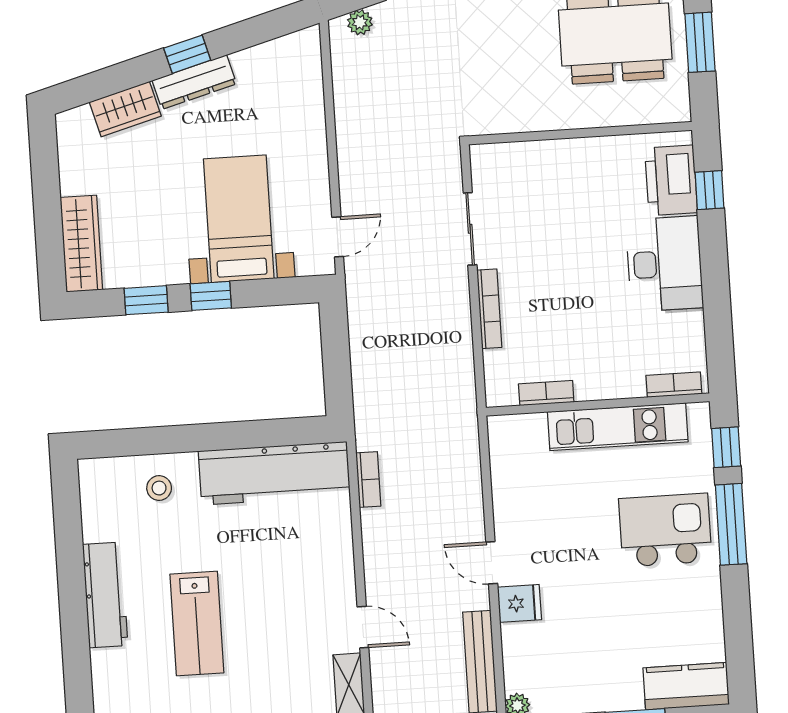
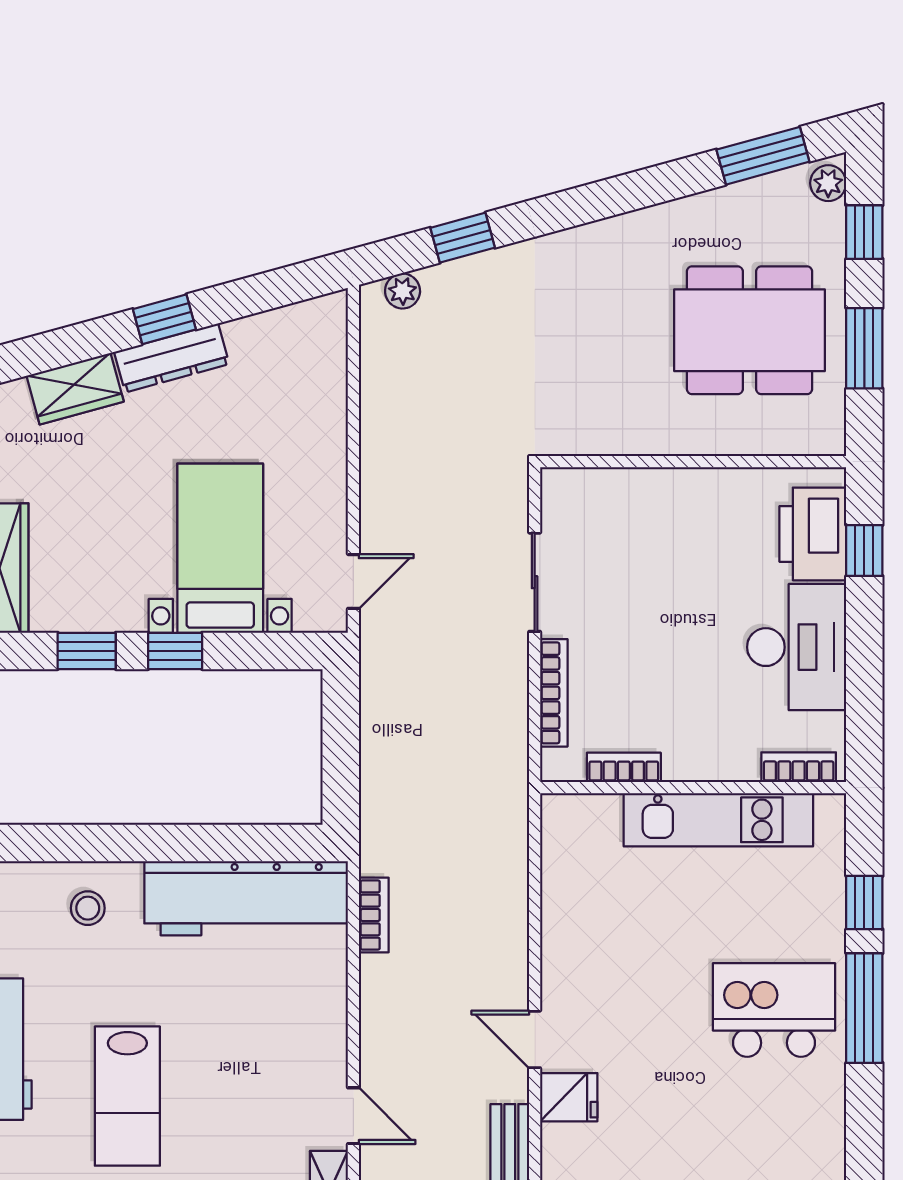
bookcase: (674, 385) -> (799, 767), moved
bookcase: (546, 393) -> (624, 767), moved
wall: (598, 405) -> (693, 788), moved
kitchen unit: (618, 427) -> (718, 820), moved

